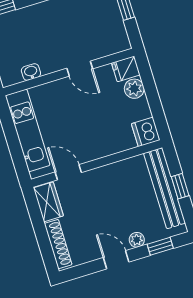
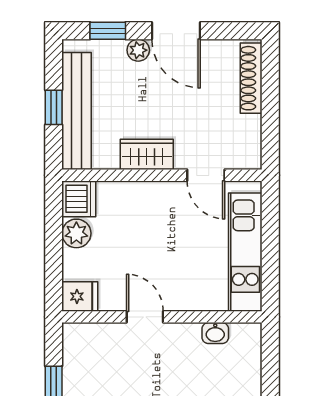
plant: (134, 89) -> (76, 233), moved
wardrobe: (48, 202) -> (147, 154), moved, turned 90
door: (116, 260) -> (176, 31), width x1.38

